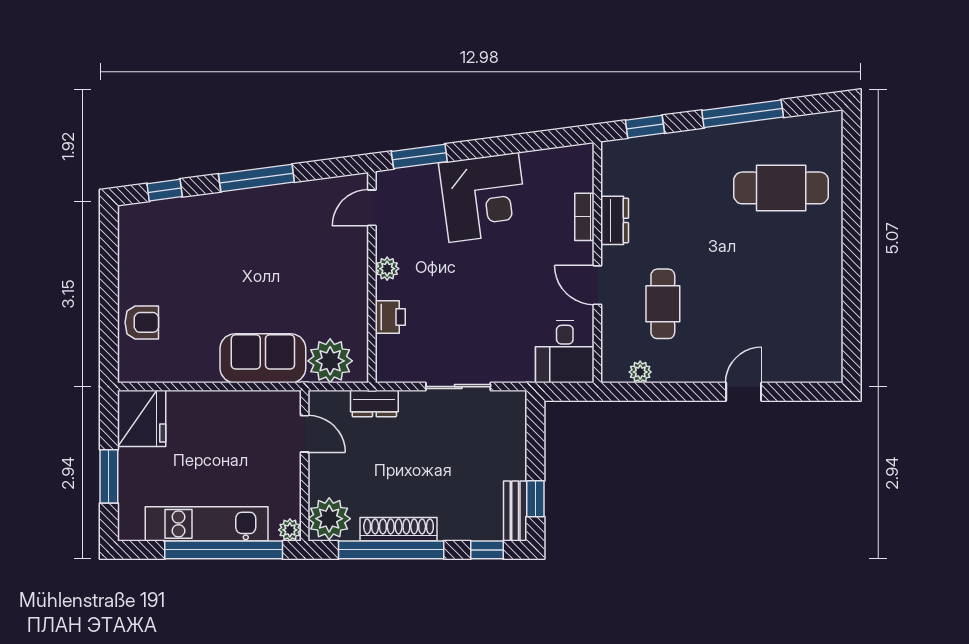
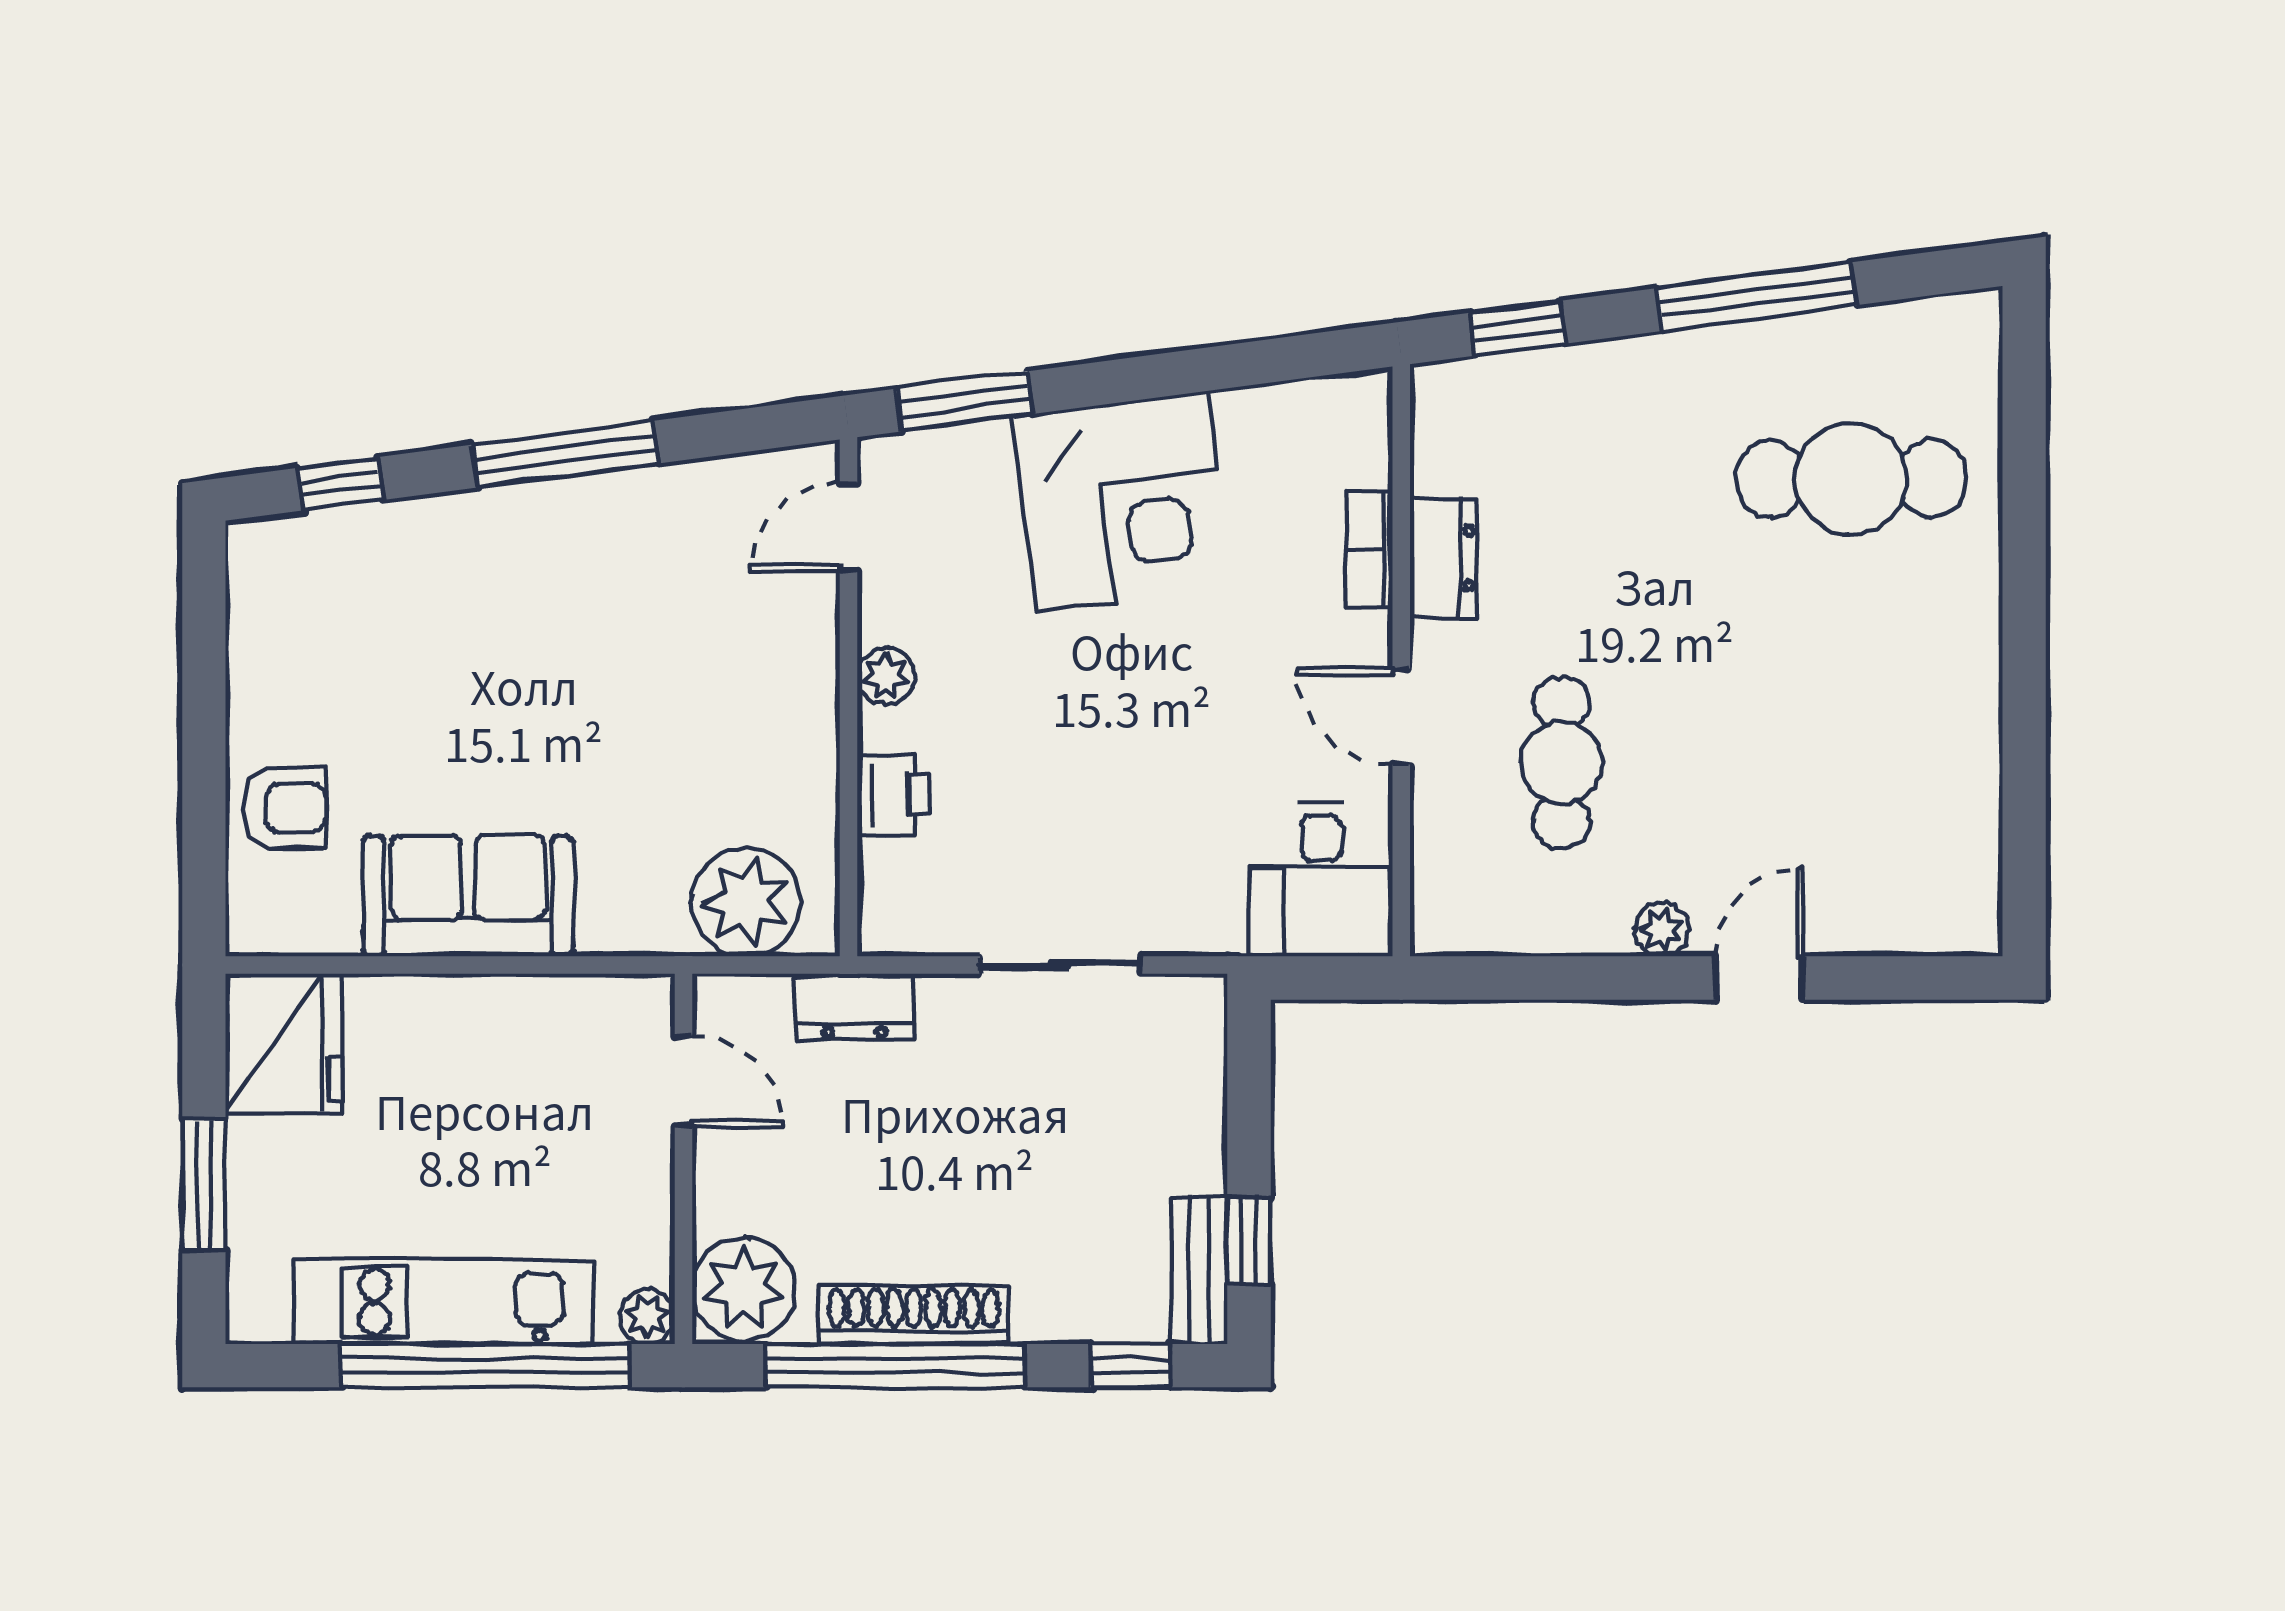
sofa: (263, 358) -> (468, 896), moved
plant: (640, 372) -> (1662, 929), moved

